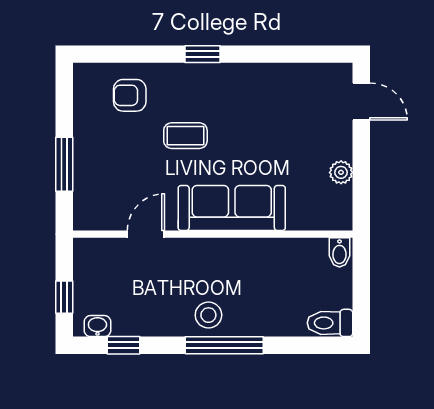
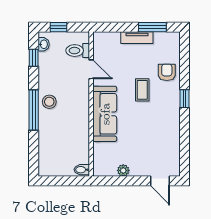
armchair: (130, 95) -> (167, 72), moved
door: (361, 101) -> (160, 181), hinge flipped
tv unit: (85, 146) -> (137, 38), added
window: (64, 164) -> (152, 27), moved
toilet: (330, 323) -> (78, 51), moved, turned -90

